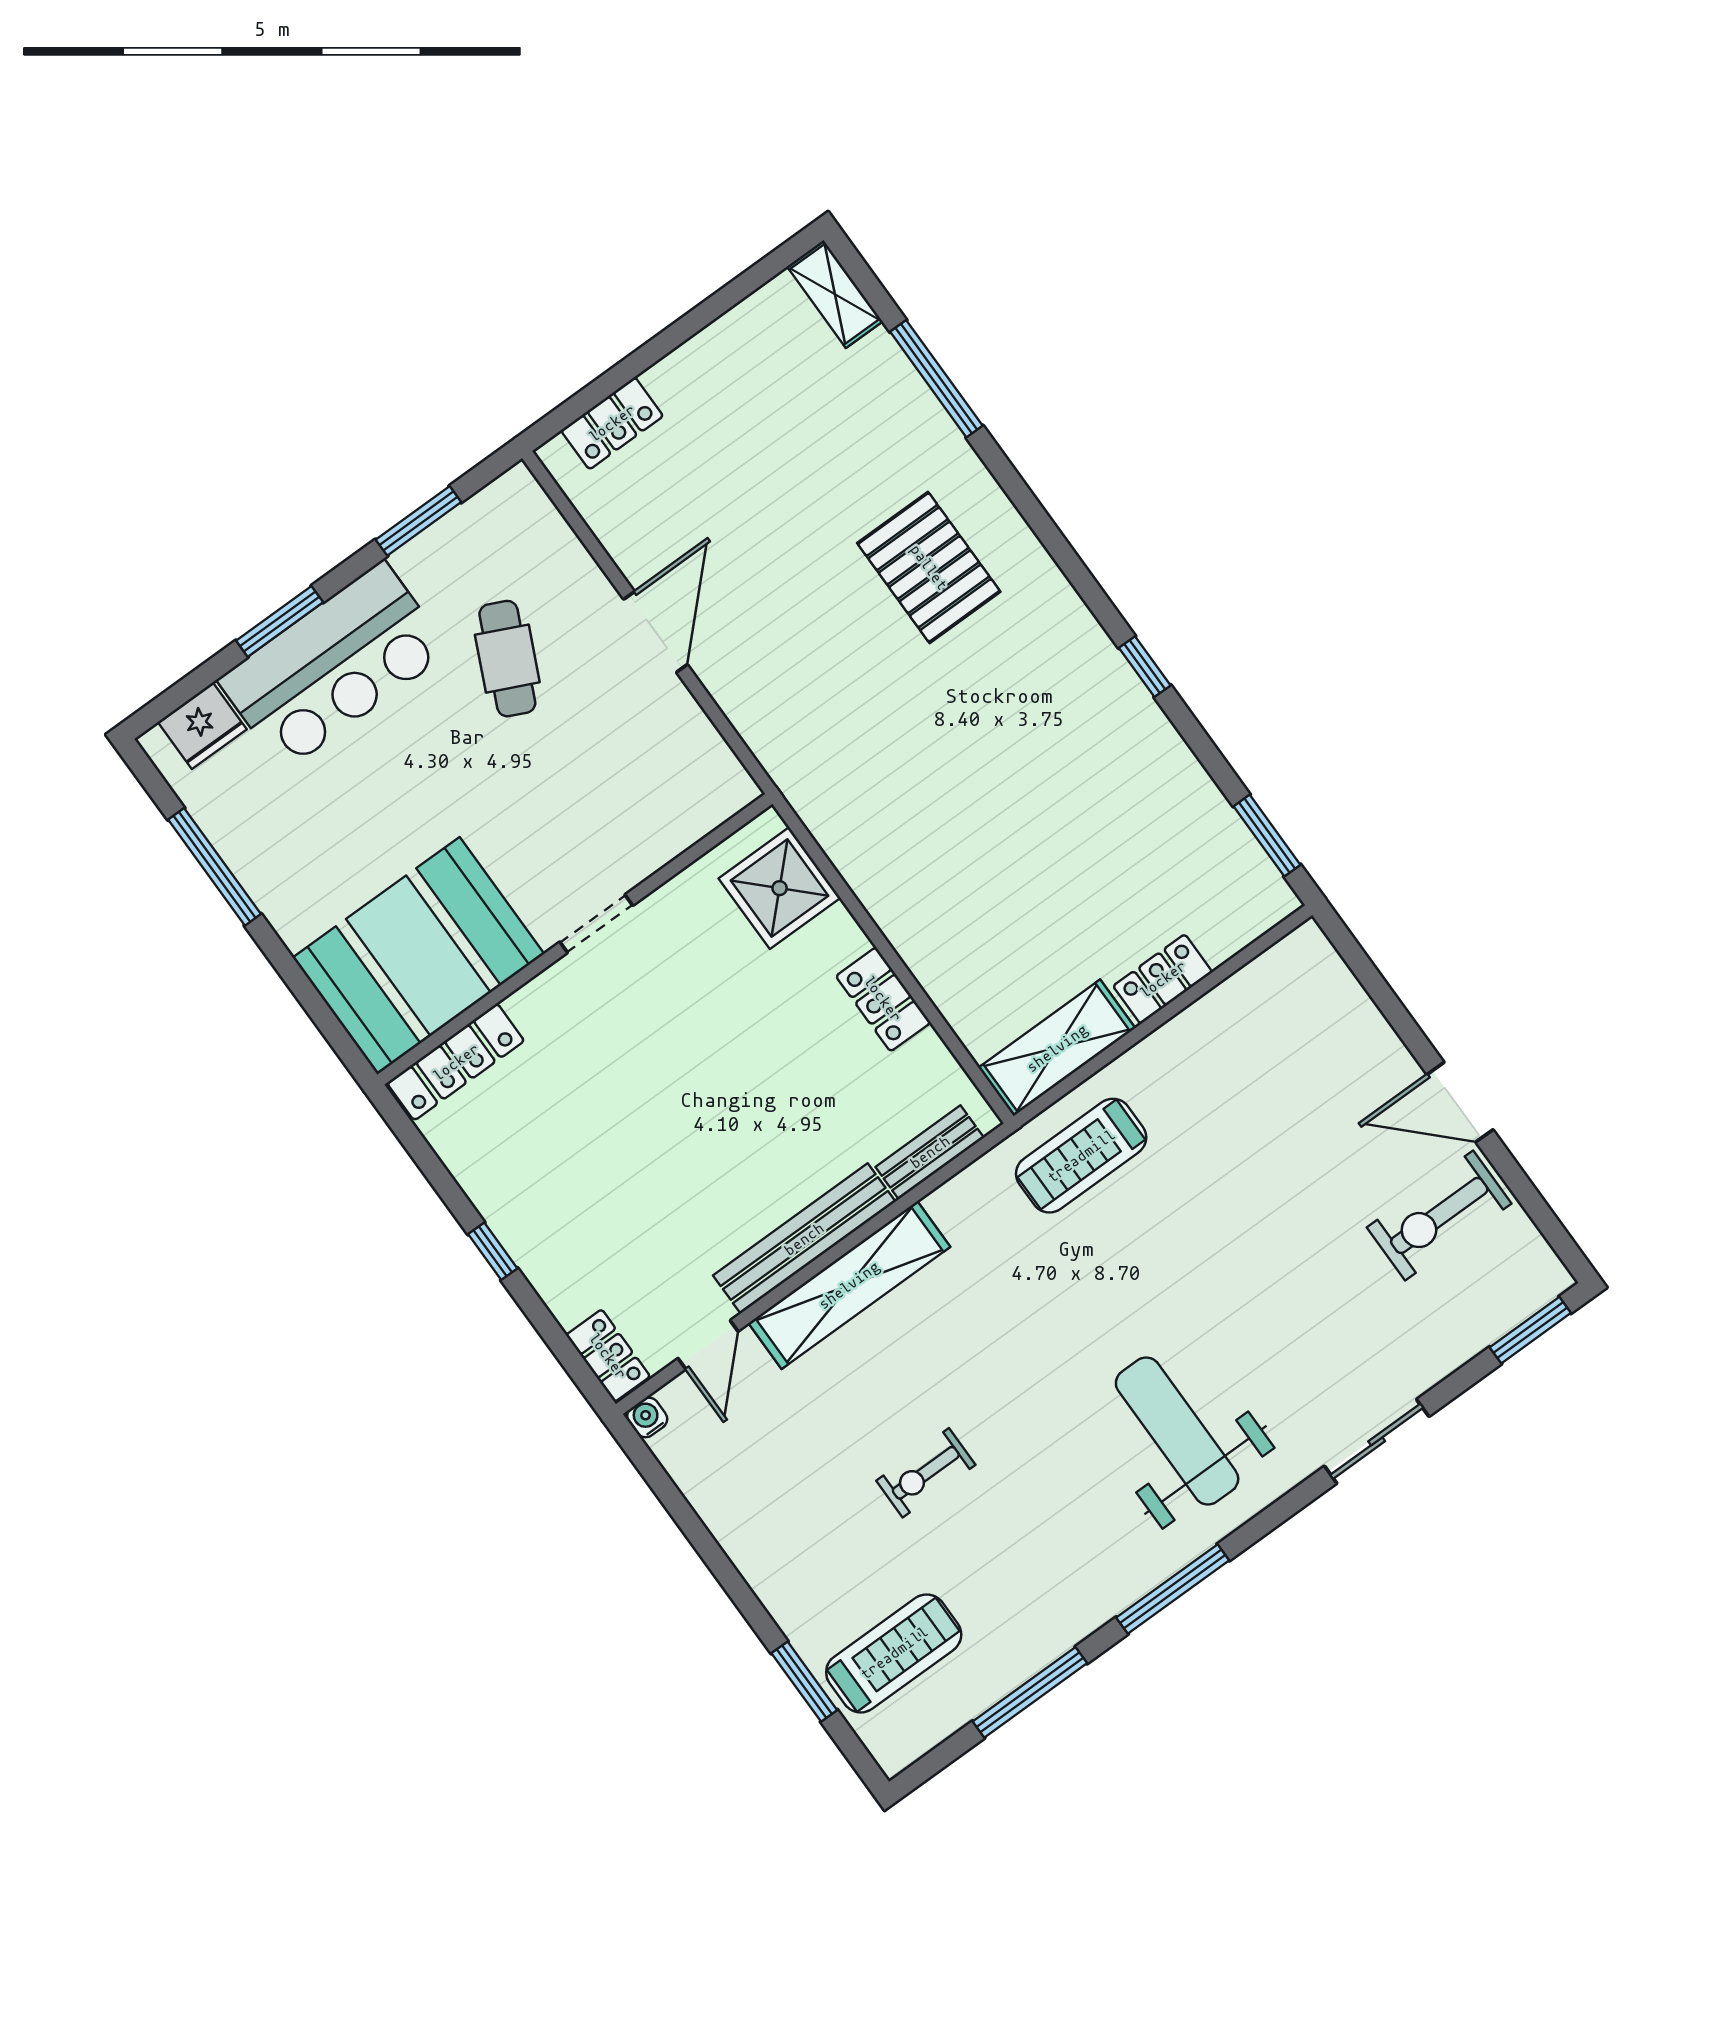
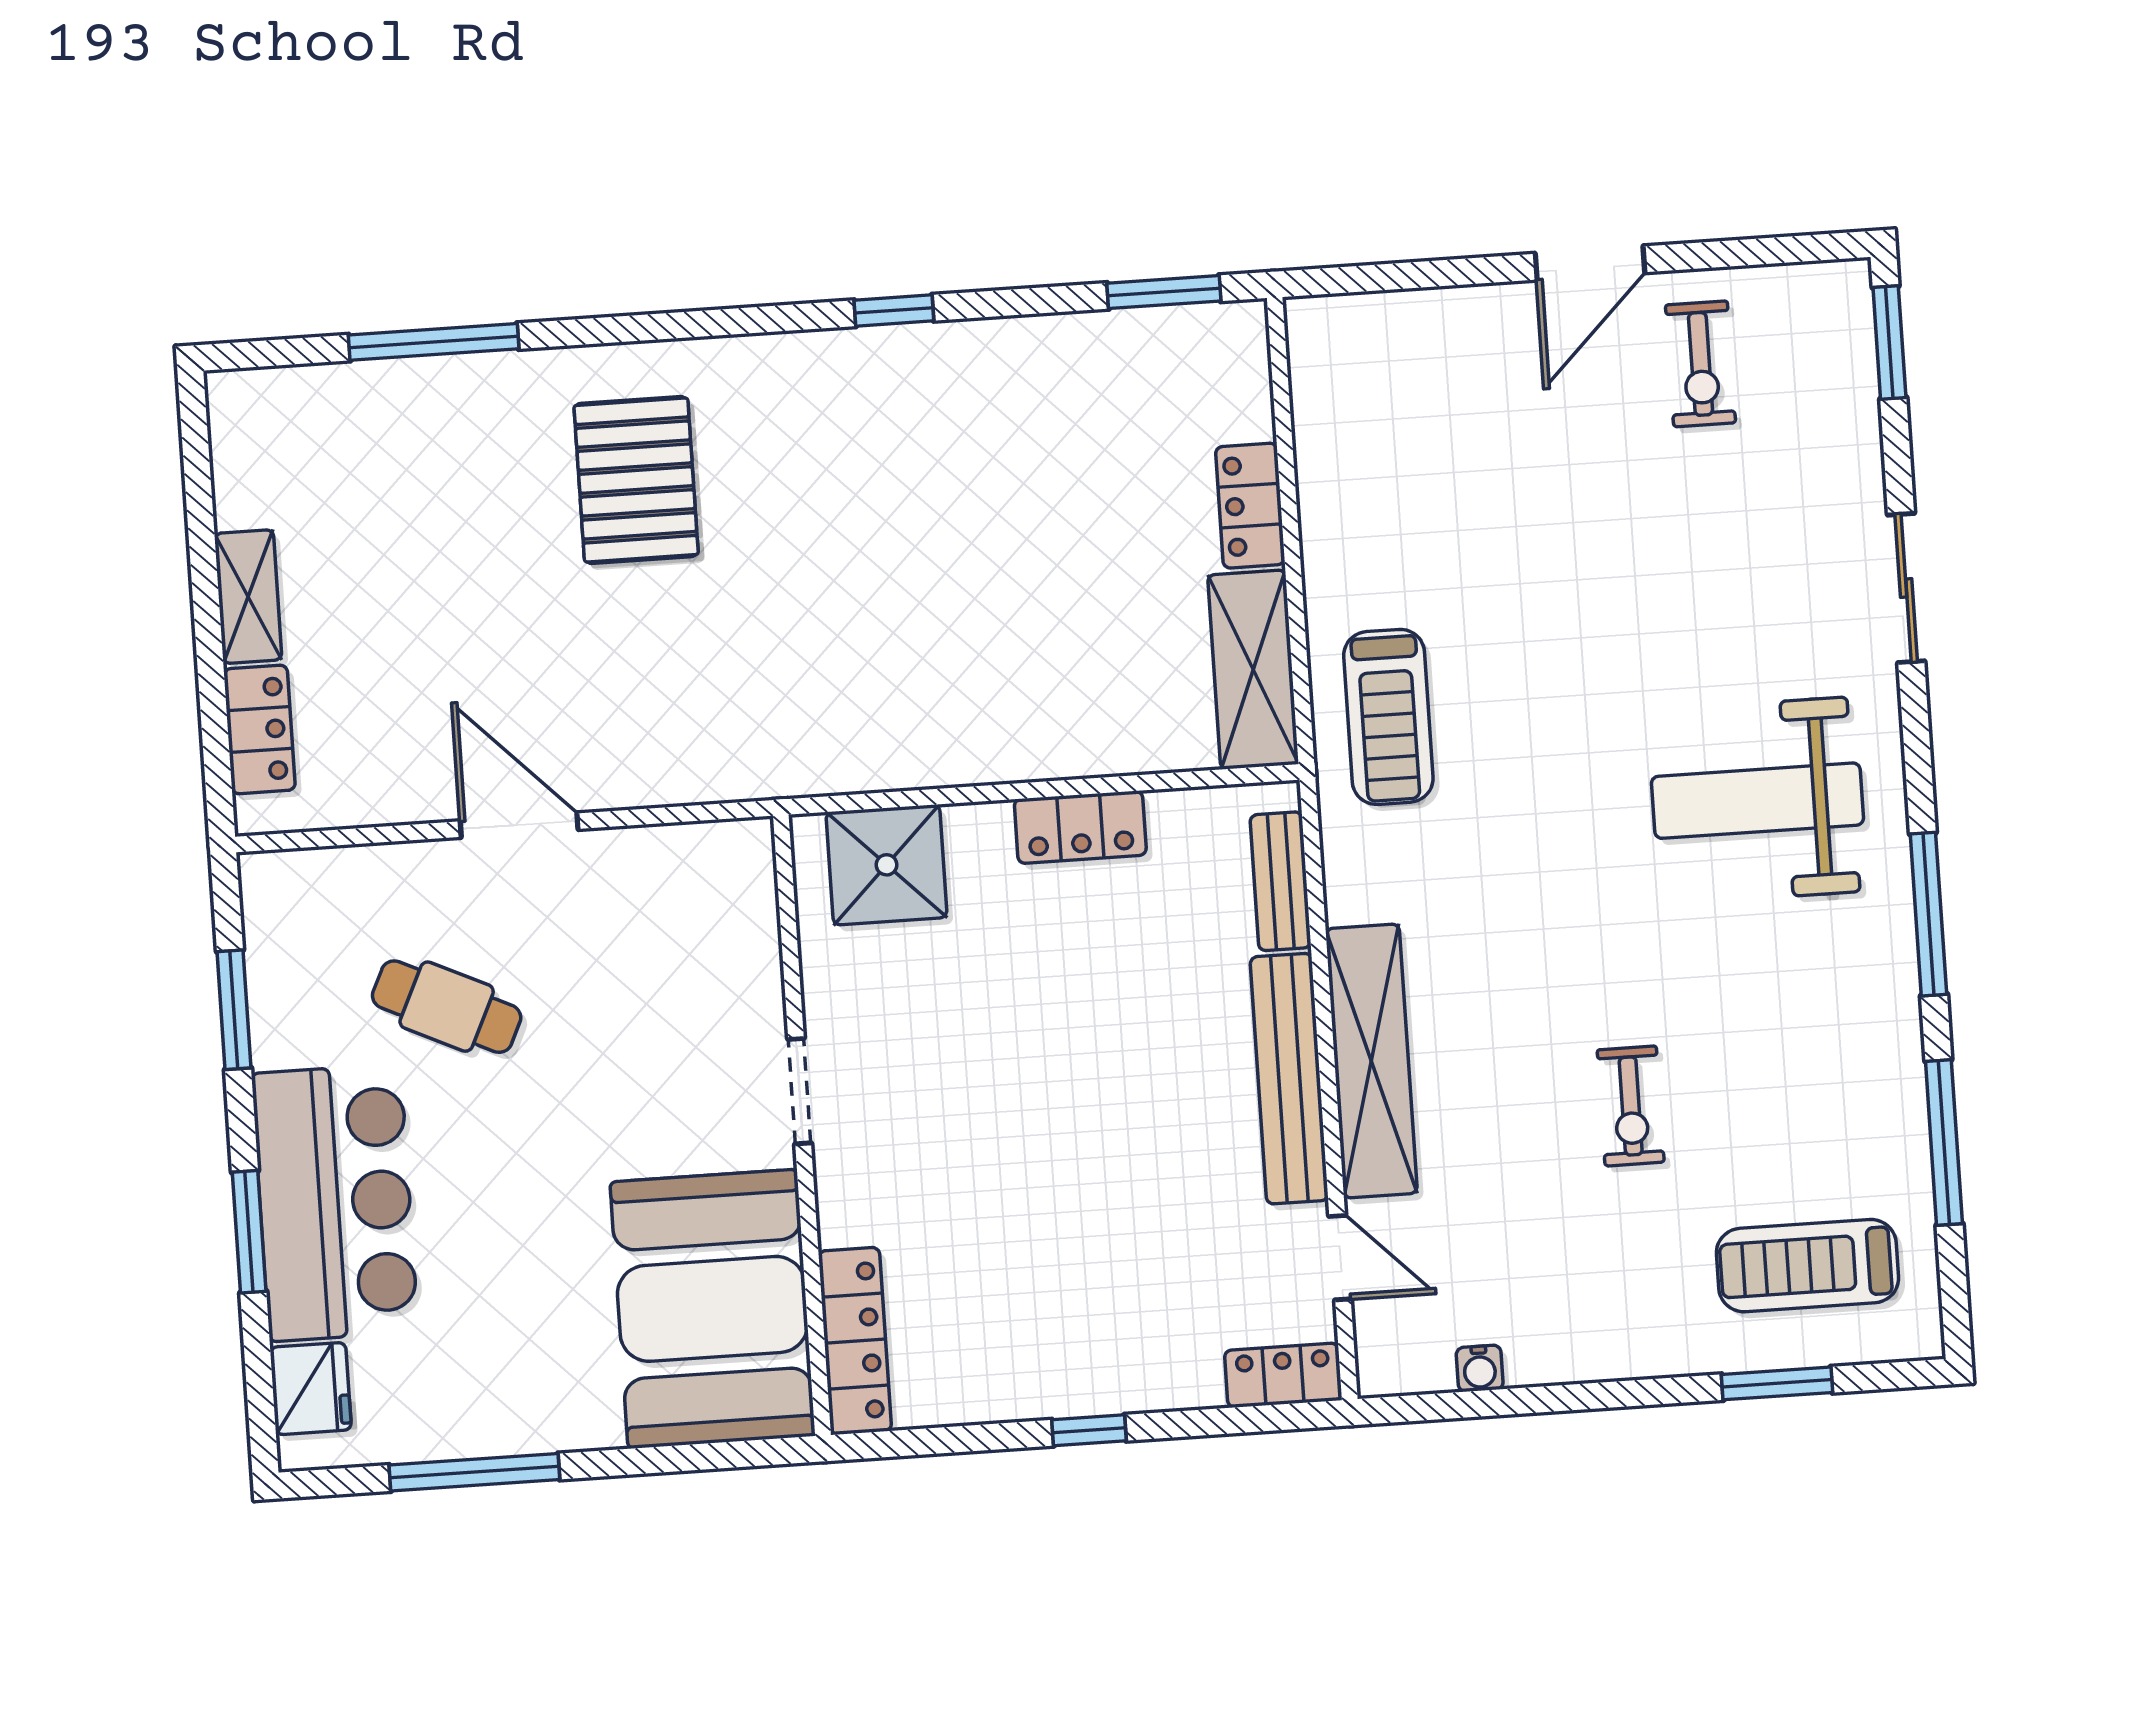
shelving: (835, 294) -> (248, 597), moved, turned 90
pallet: (929, 567) -> (636, 480), turned 90
exercise bike: (1439, 1215) -> (1701, 364), width x0.73, depth x0.72
water cooler: (647, 1417) -> (1480, 1368), moved, turned -90
treadmill: (894, 1653) -> (1807, 1266), turned -90

